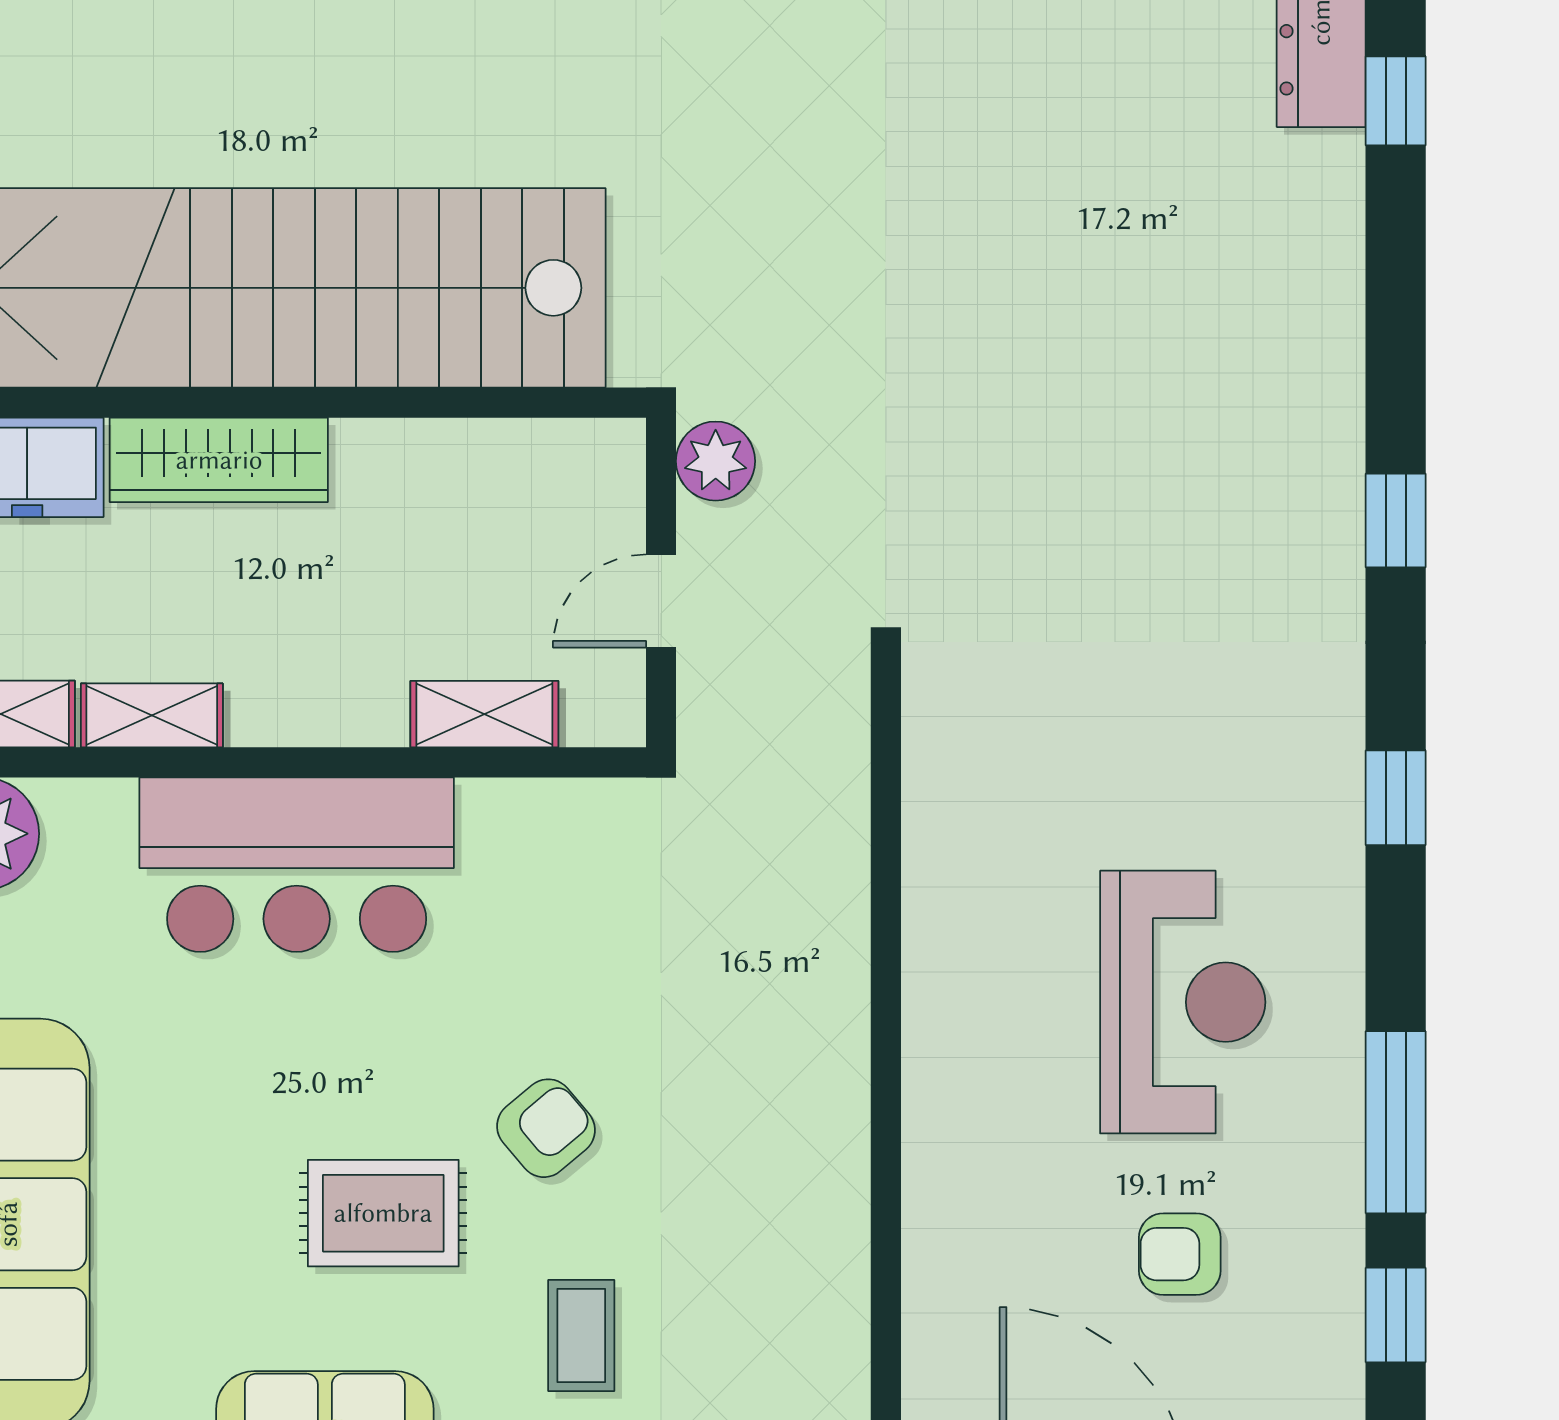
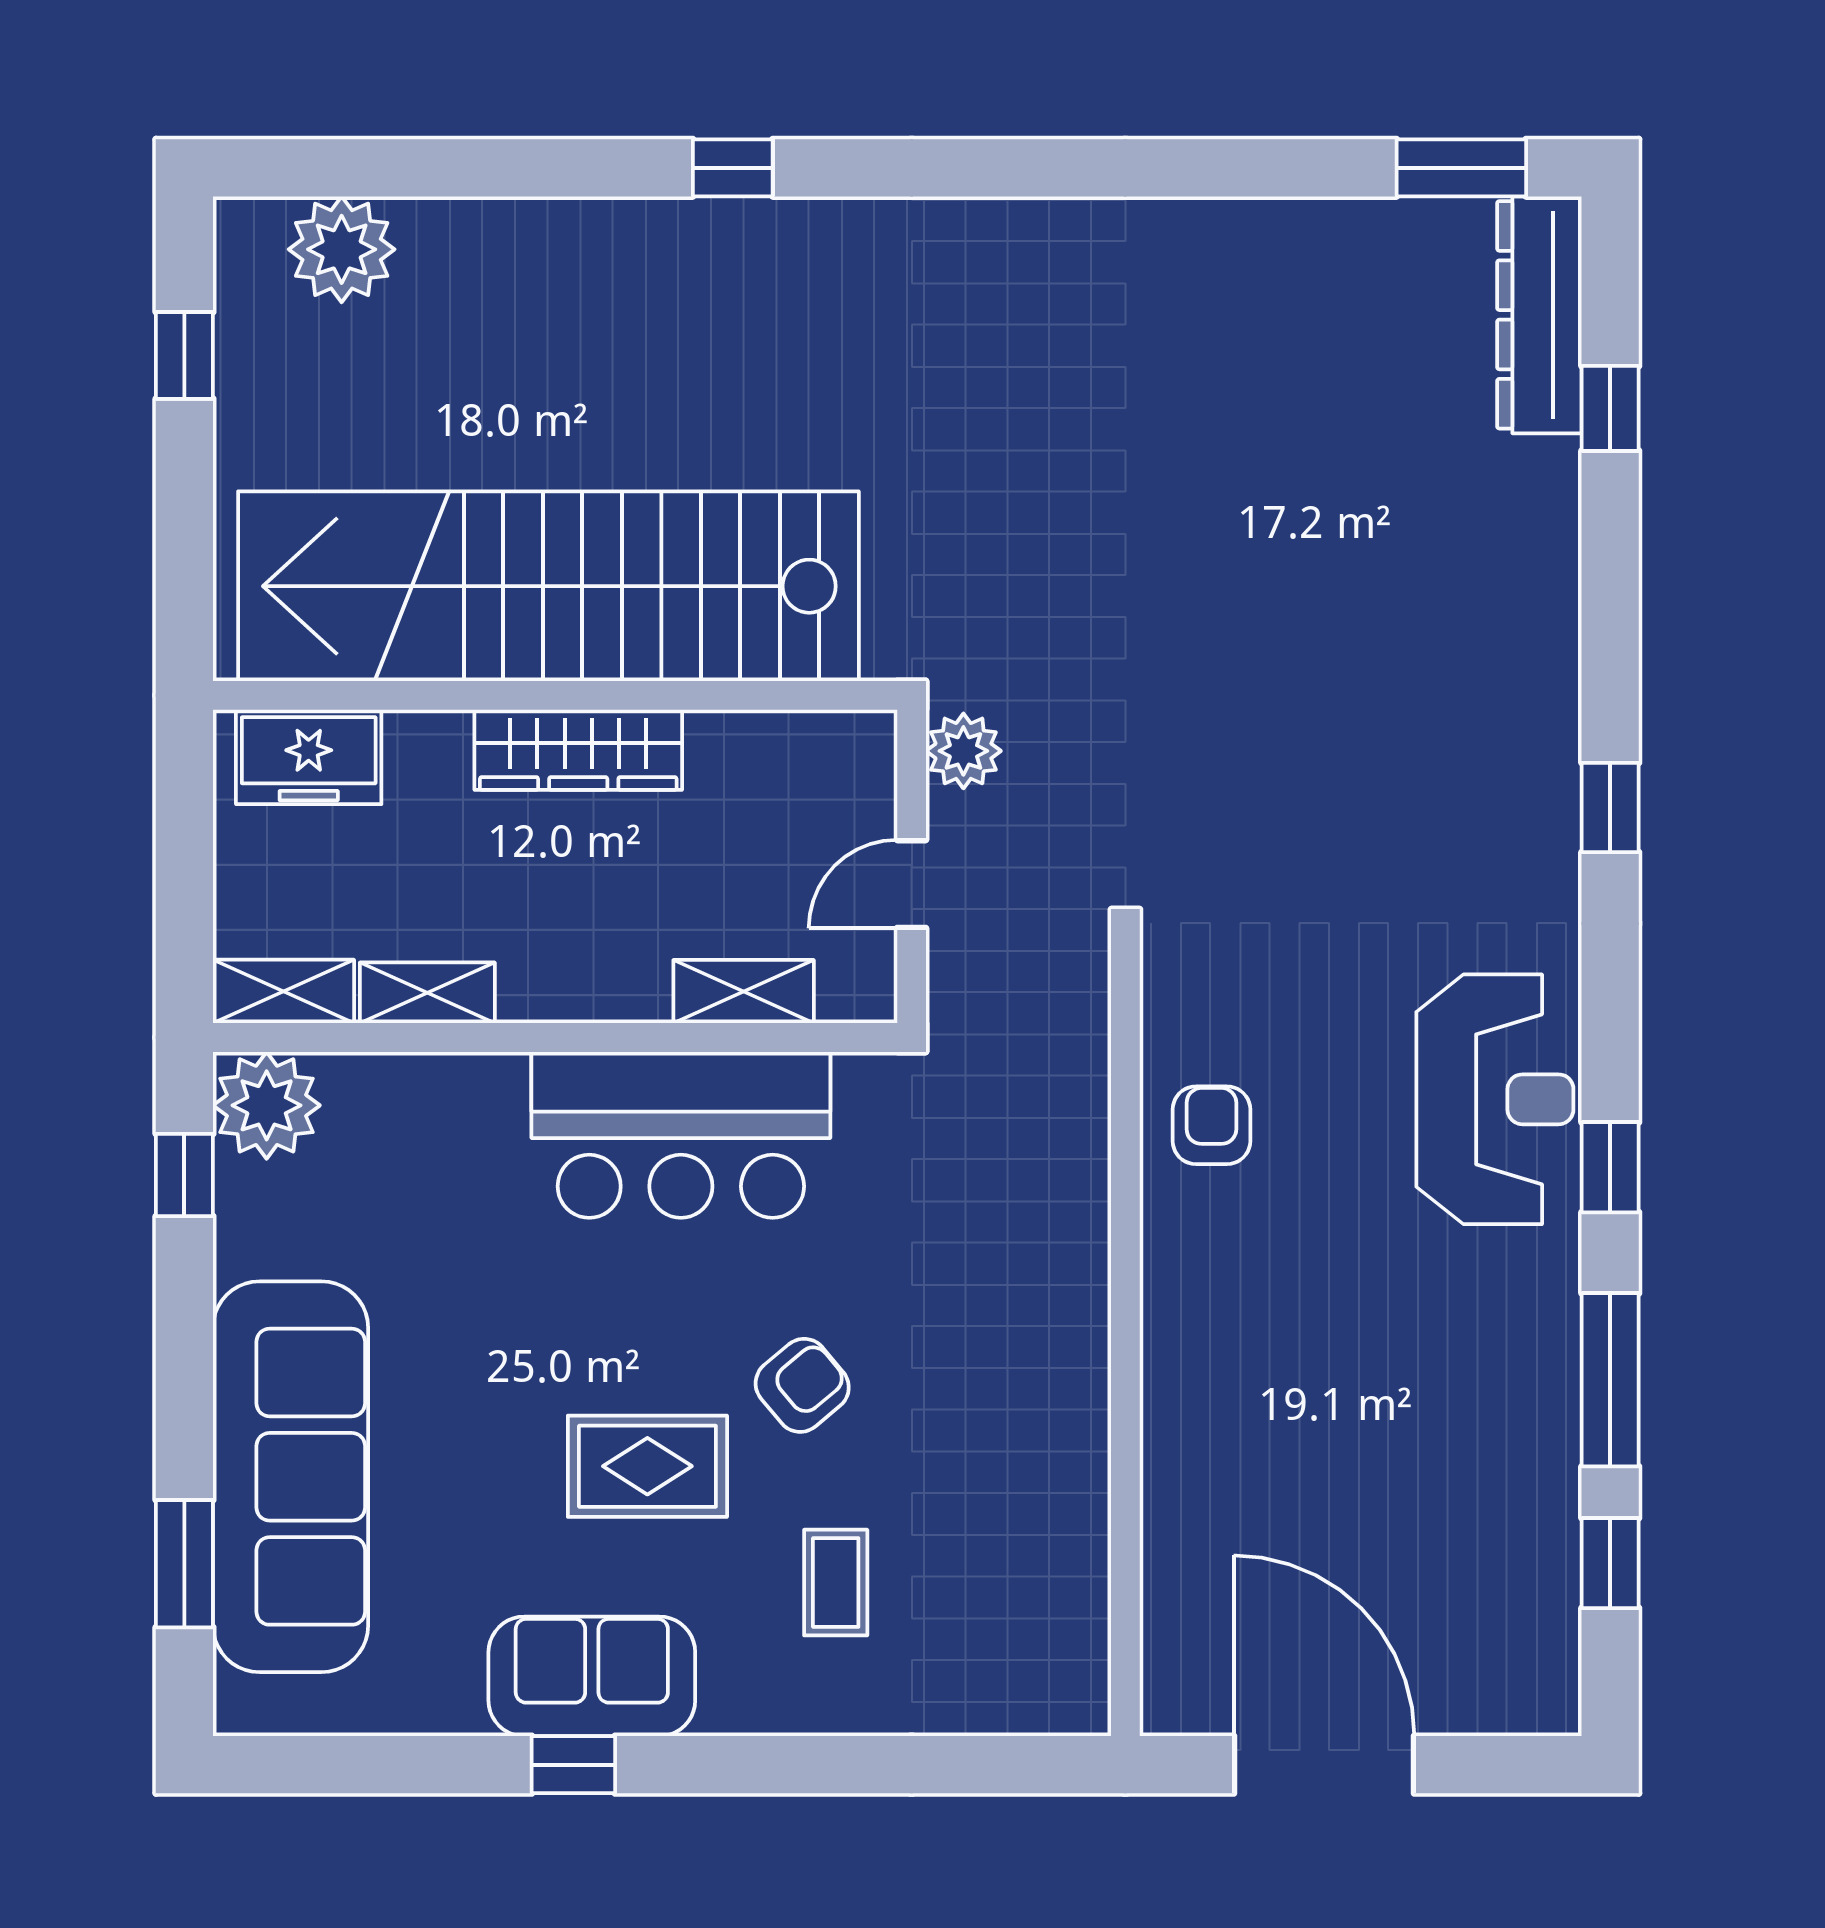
wardrobe: (219, 460) -> (578, 750), moved
window: (1396, 798) -> (1610, 1167), moved
bar counter: (297, 865) -> (681, 1135), moved
reception desk: (1183, 1002) -> (1495, 1099), moved
armchair: (1180, 1254) -> (1211, 1125), moved, turned 90

